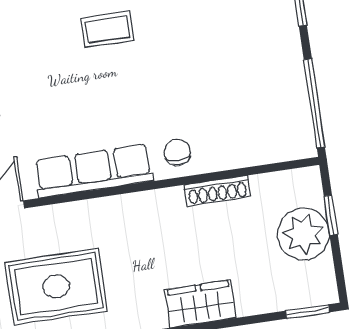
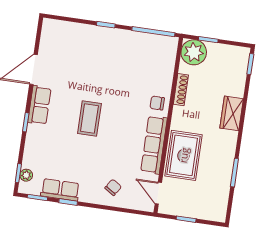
coffee table: (107, 29) -> (89, 118), width x1.36, depth x1.30
plant: (303, 234) -> (194, 52), moved
rug: (56, 287) -> (184, 155), moved

